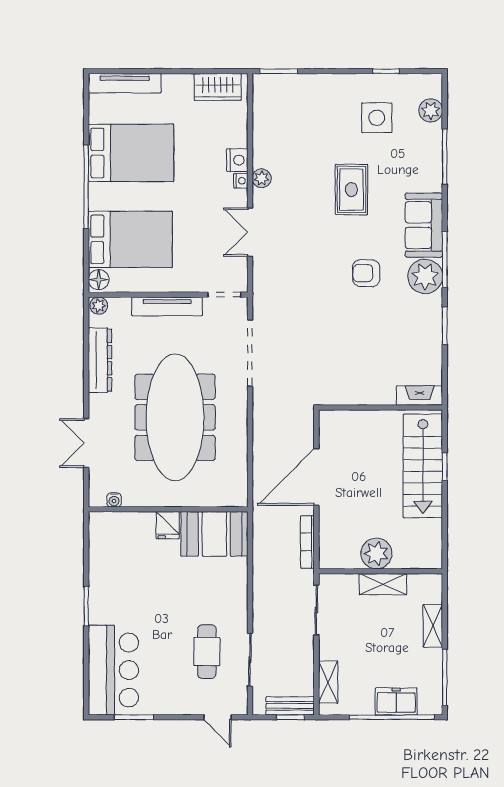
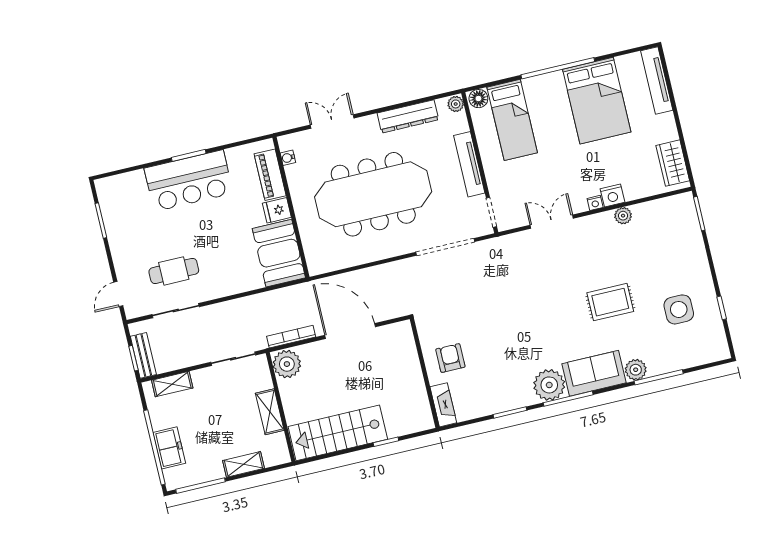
plant: (431, 110) -> (636, 370), moved
plant: (262, 178) -> (623, 216), moved
bed: (130, 239) -> (512, 120), width x0.67
armchair: (366, 273) -> (450, 358), moved
stairs: (423, 466) -> (338, 433), moved
piano: (128, 523) -> (270, 175), added
plant: (376, 554) -> (287, 364), moved
bar counter: (113, 670) -> (189, 181), moved

